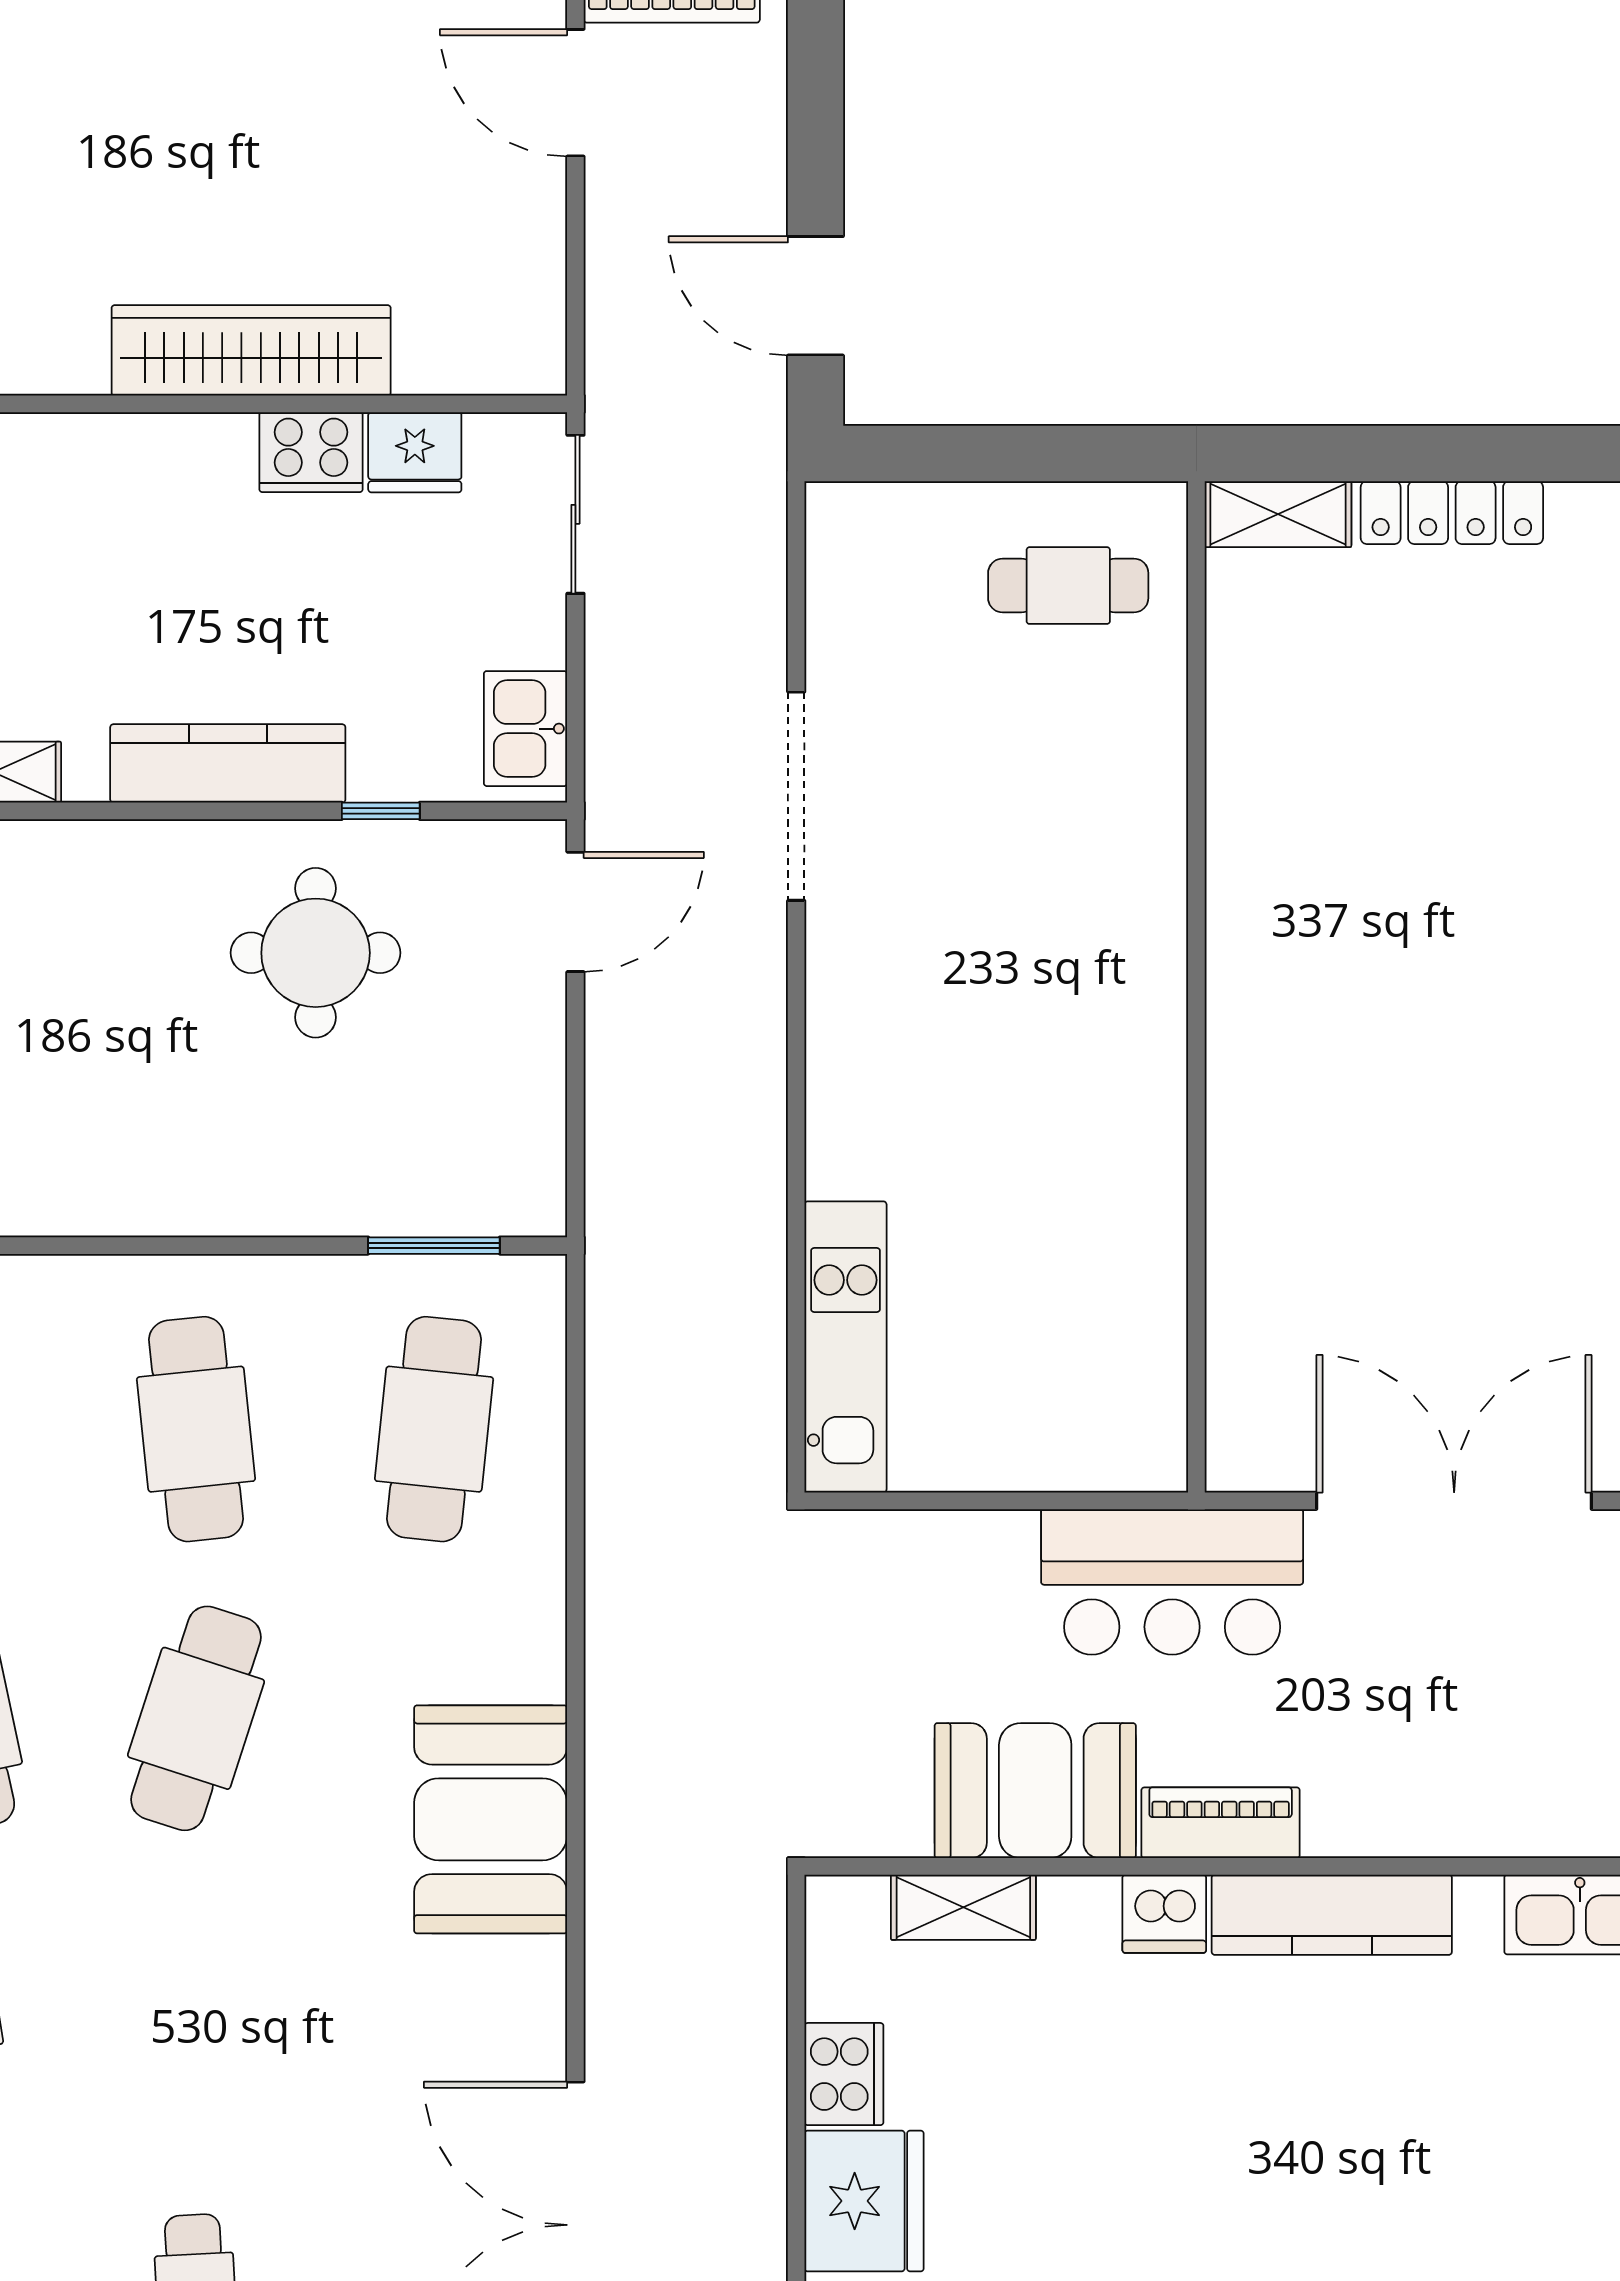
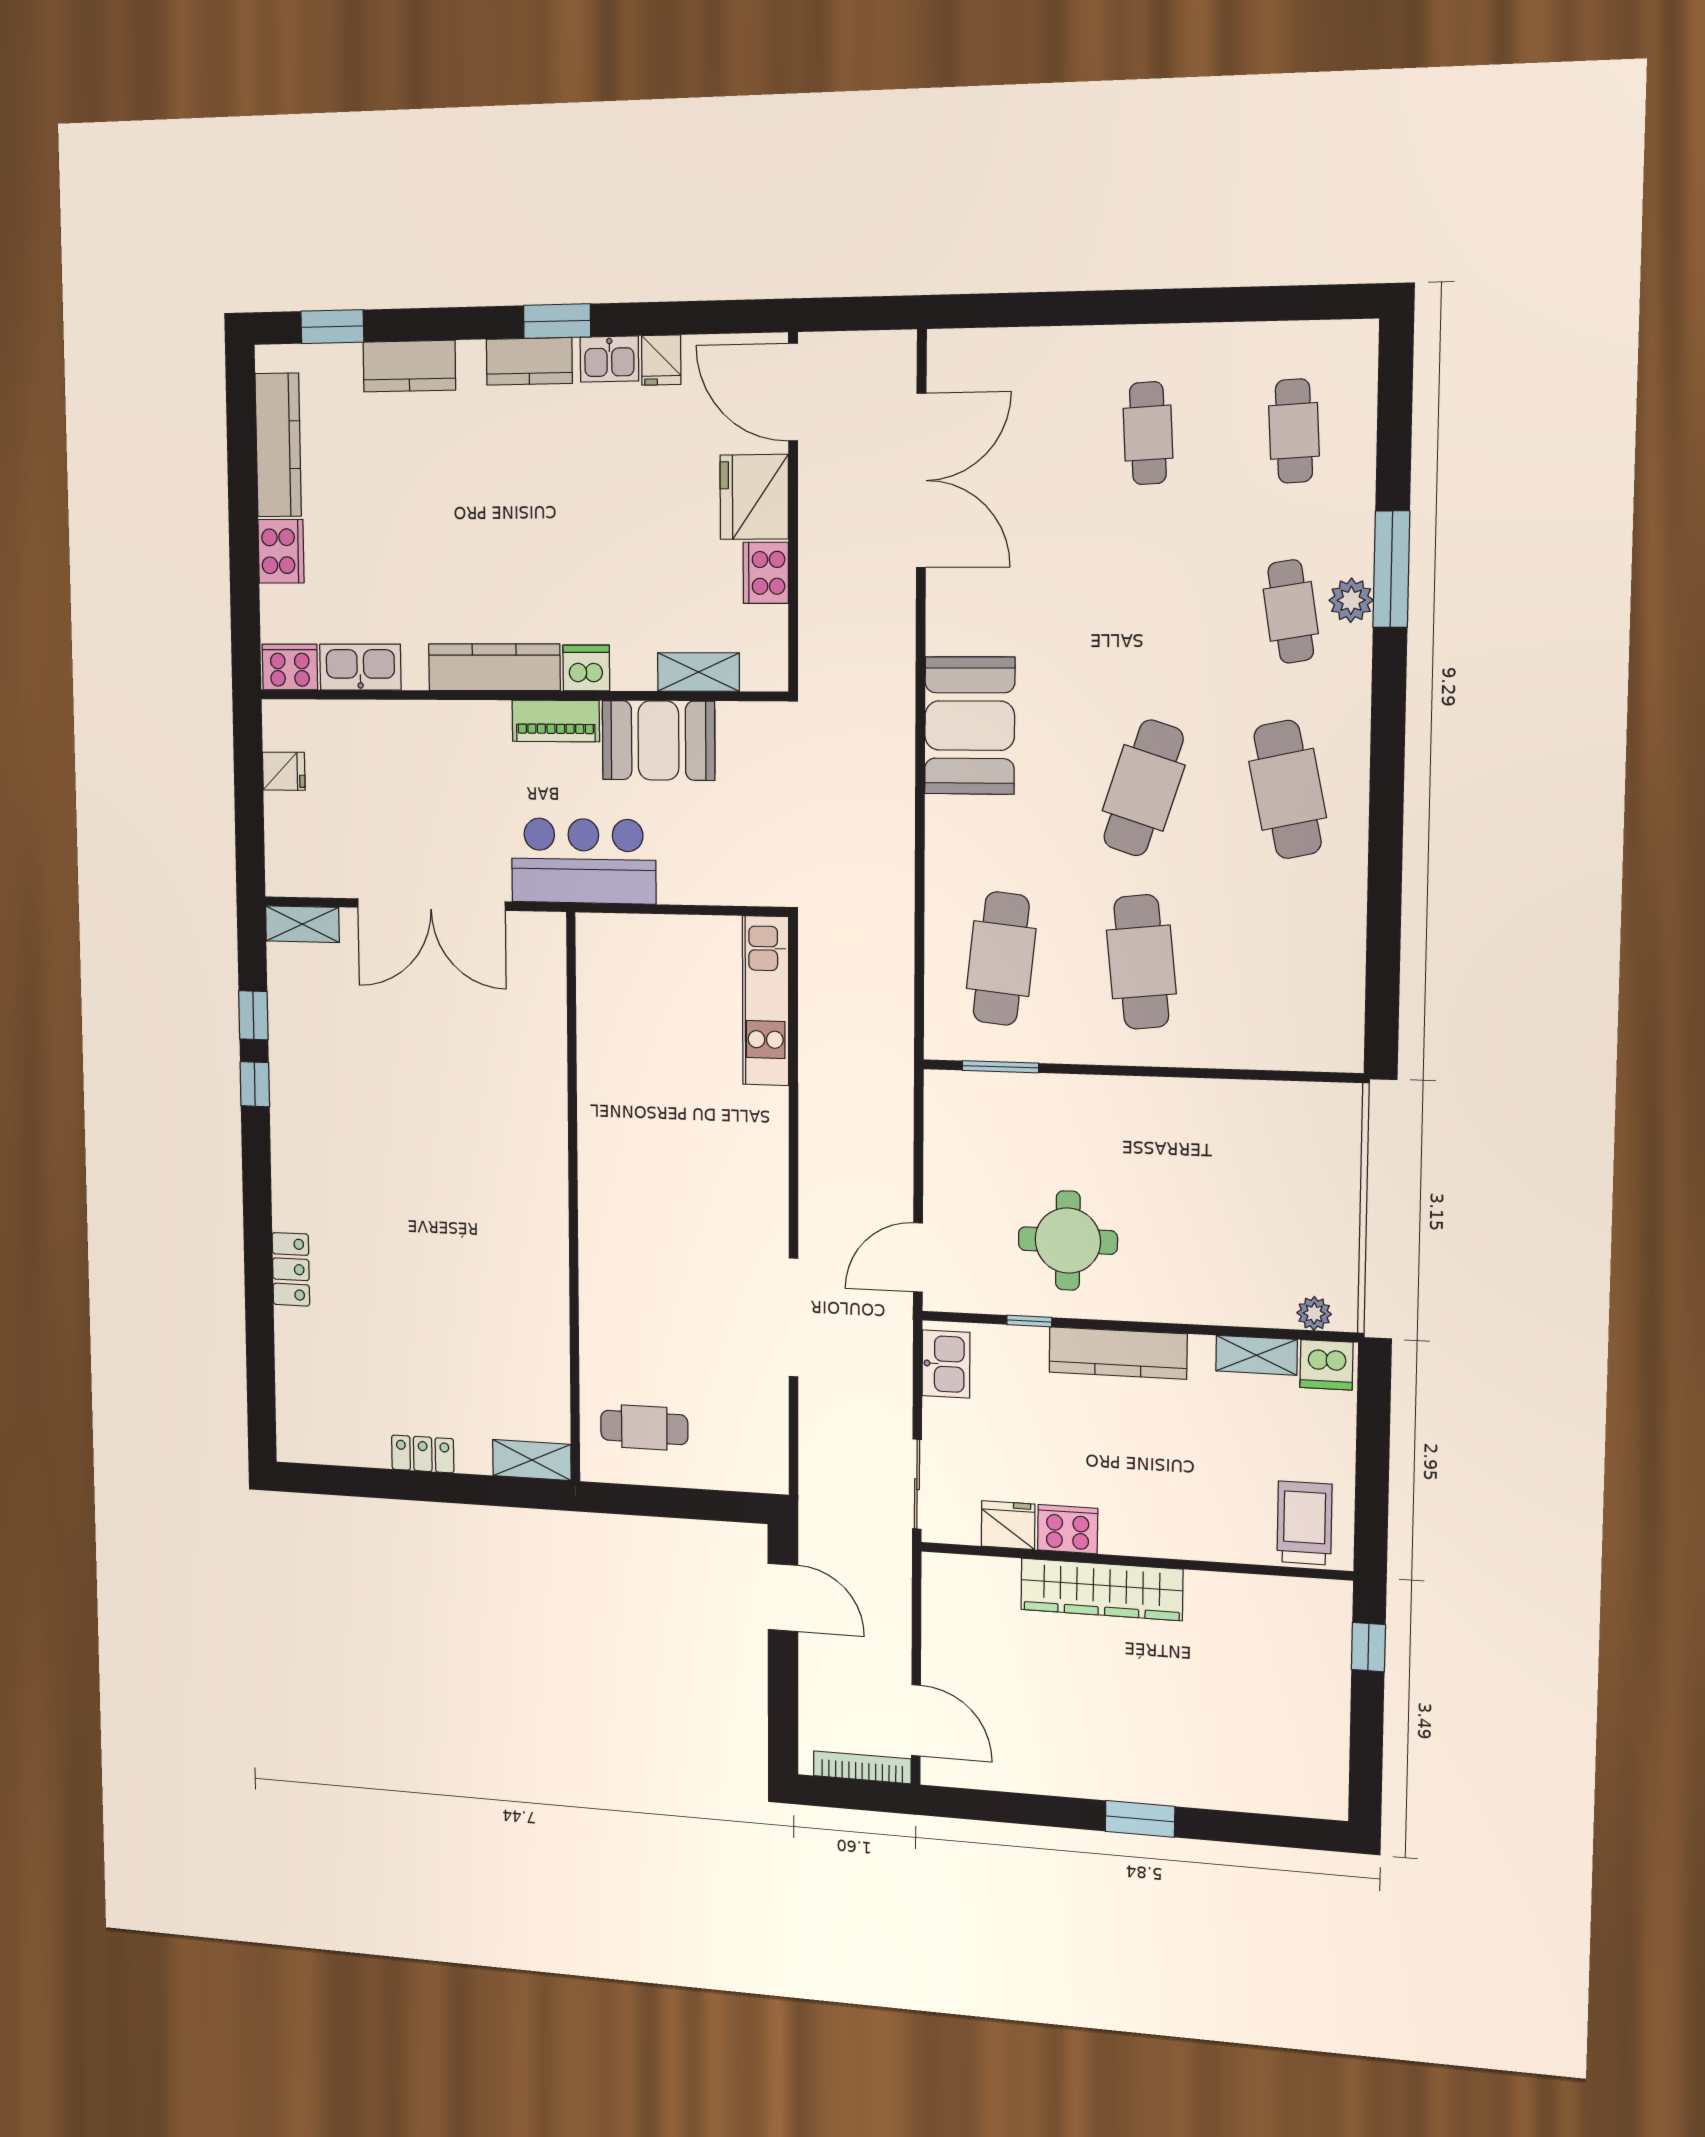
locker: (1452, 513) -> (423, 1454), width x0.66

